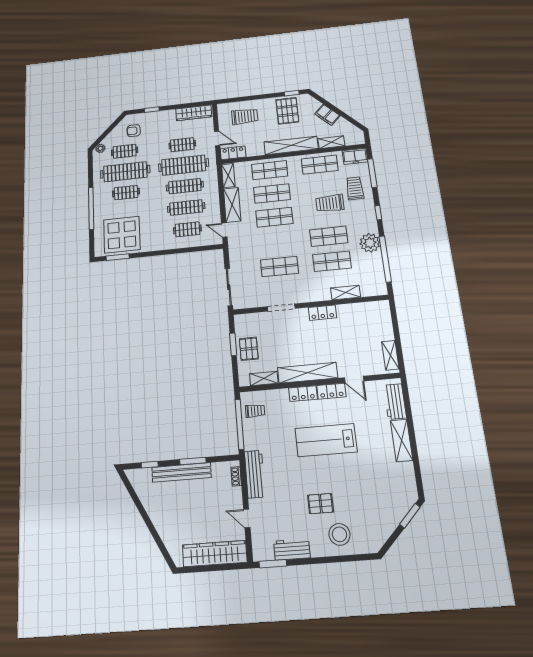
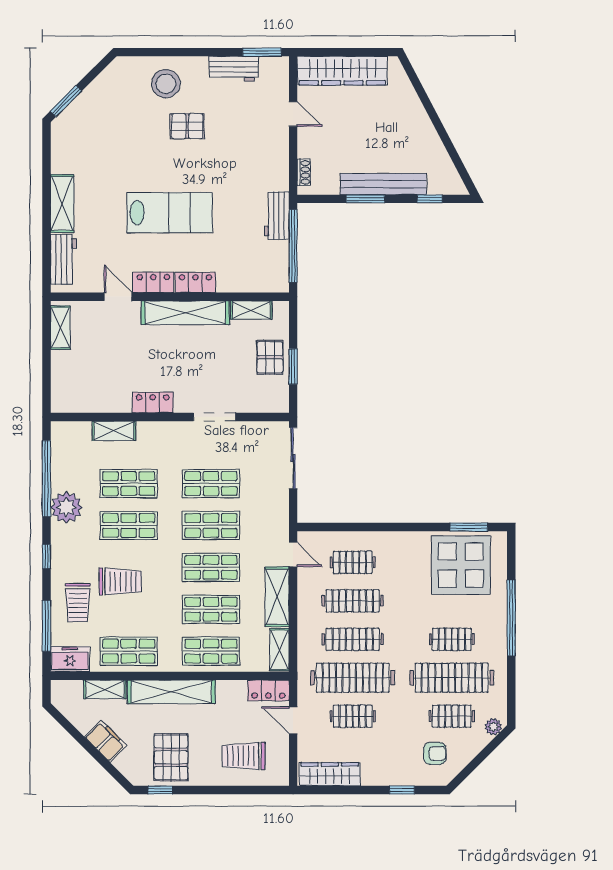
shop shelf: (277, 242) -> (211, 525), added
trolley: (255, 411) -> (268, 263), removed
workbench: (255, 474) -> (277, 216), moved, width x0.73

